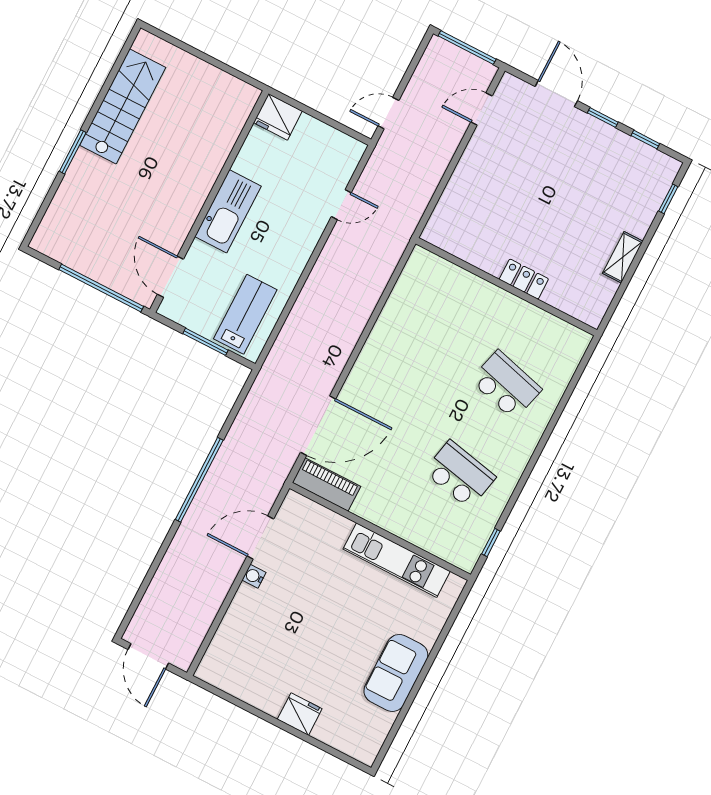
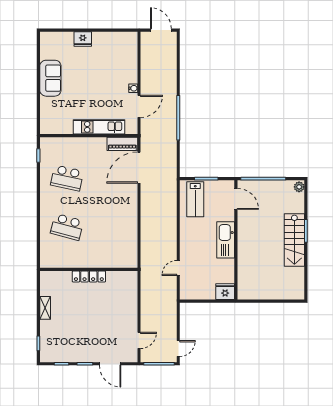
stairs: (123, 106) -> (294, 240), moved
door: (388, 113) -> (178, 349), moved
plant: (43, 239) -> (299, 187), added
locker: (524, 279) -> (89, 276), width x1.53
kitchen unit: (397, 560) -> (99, 127), moved

